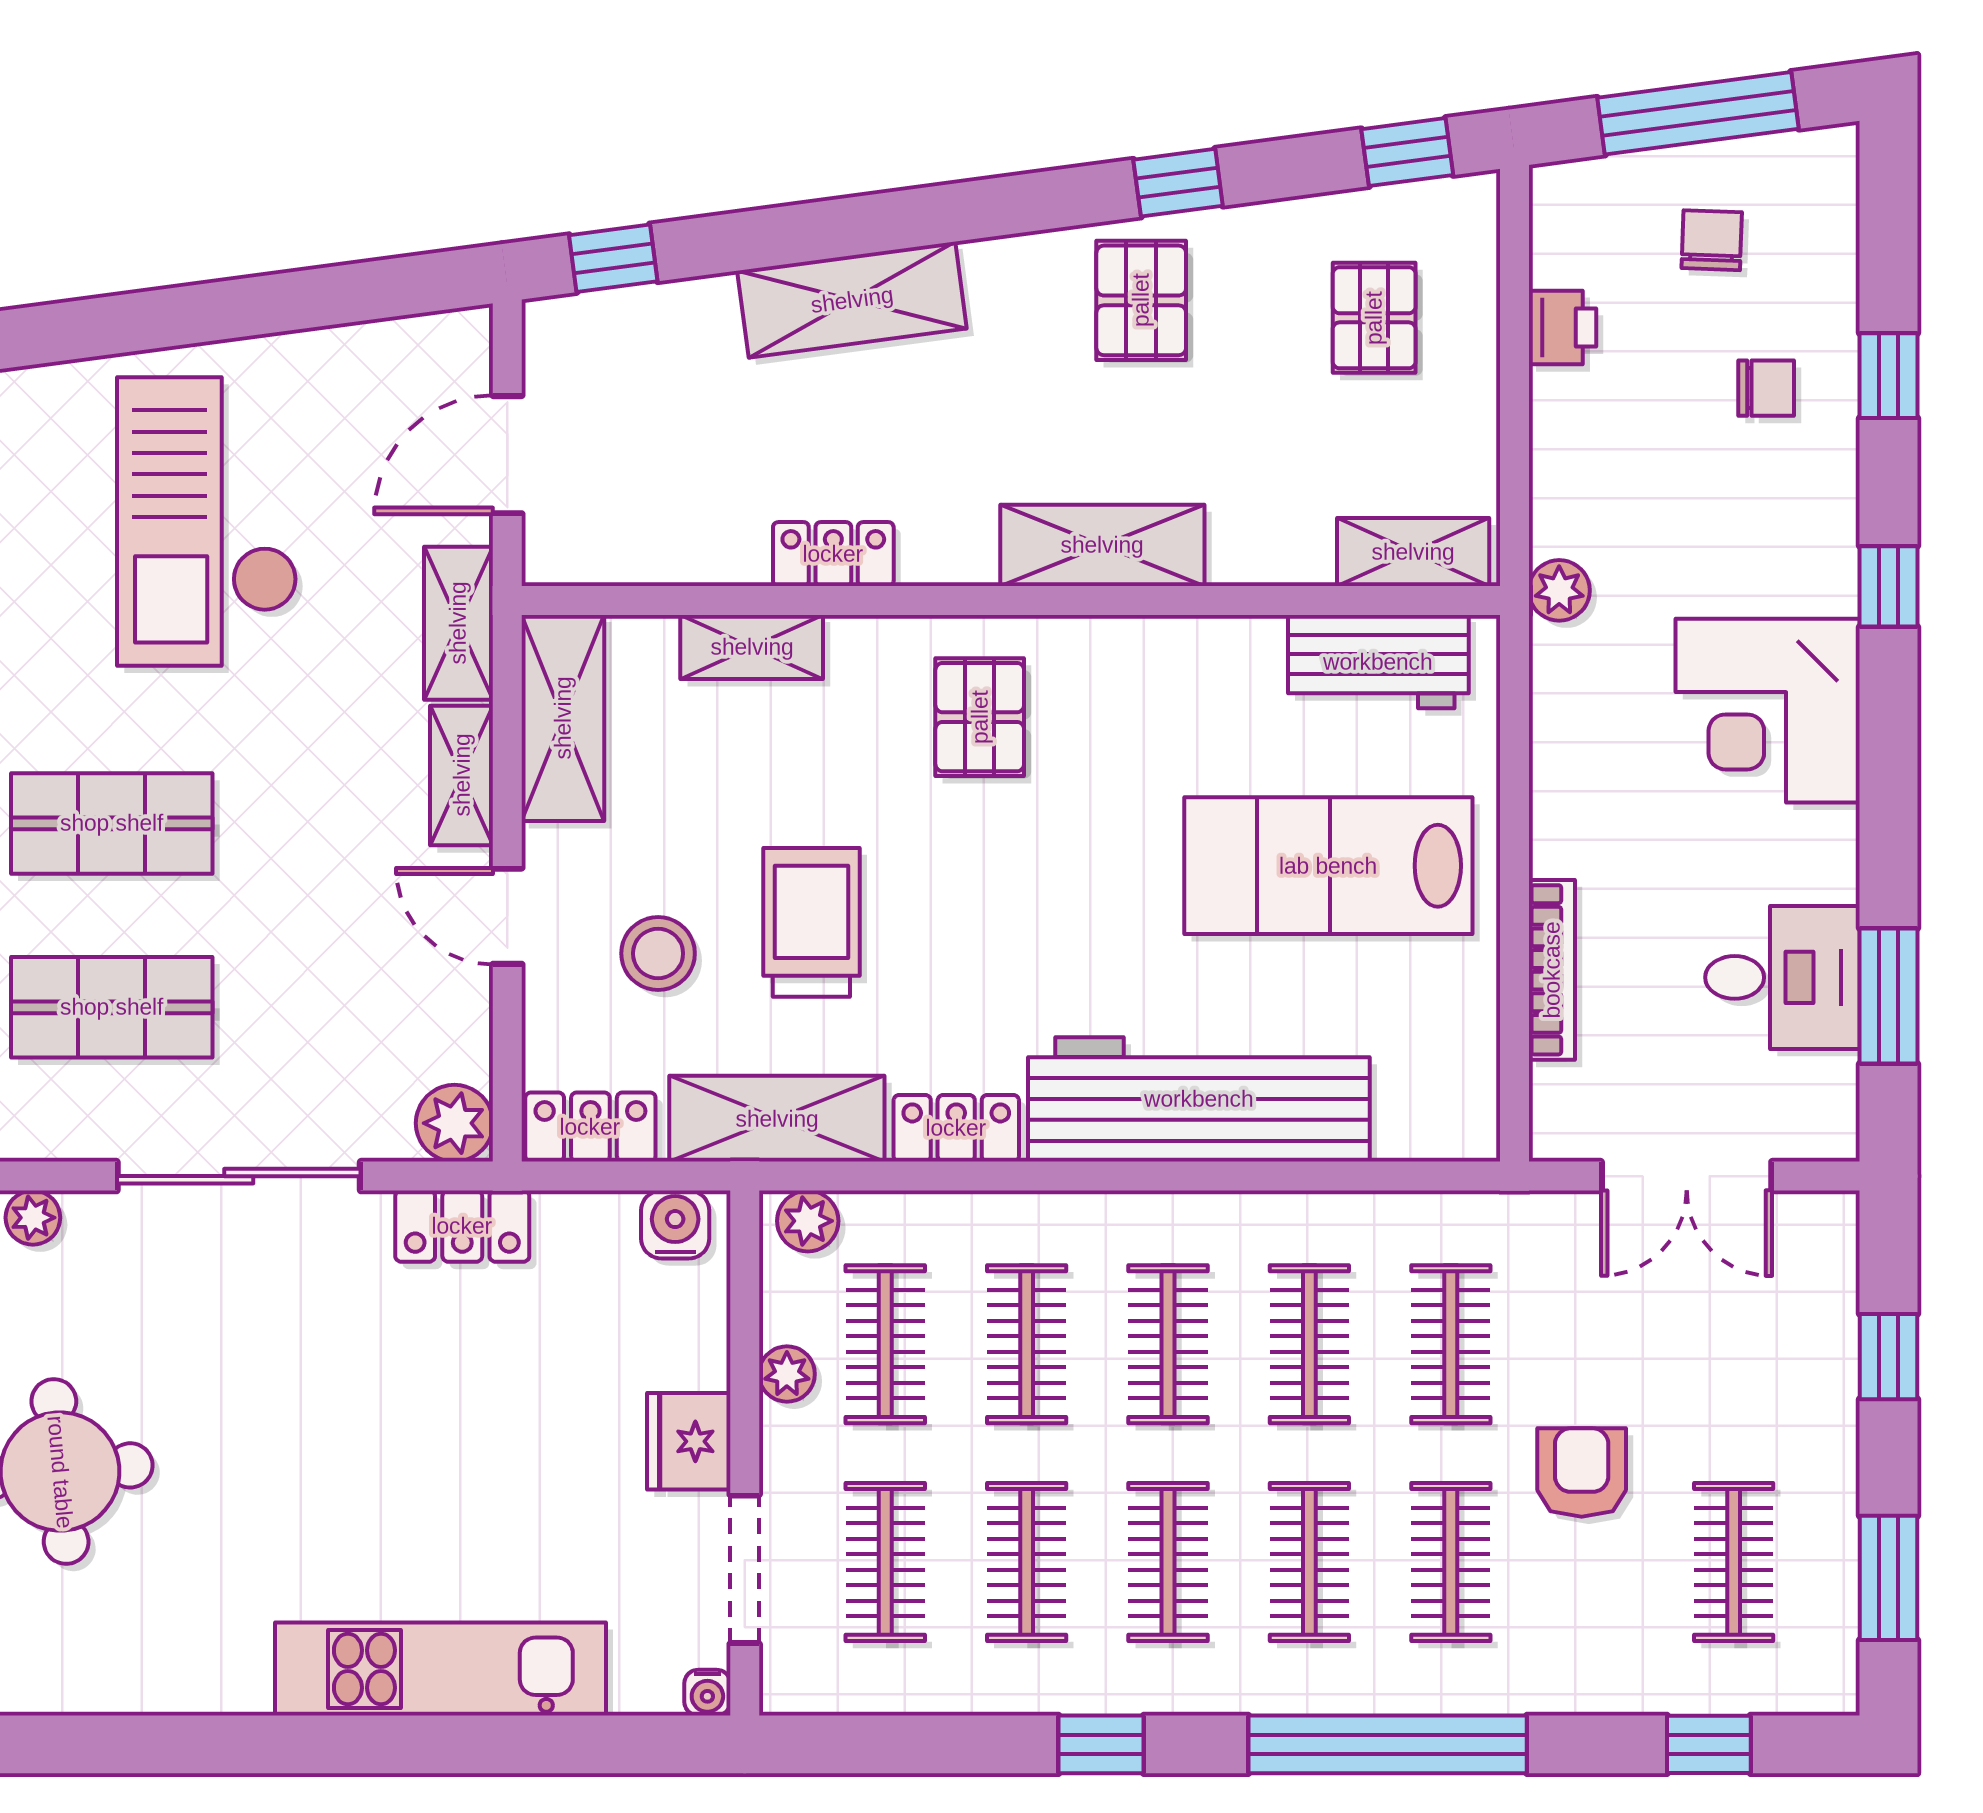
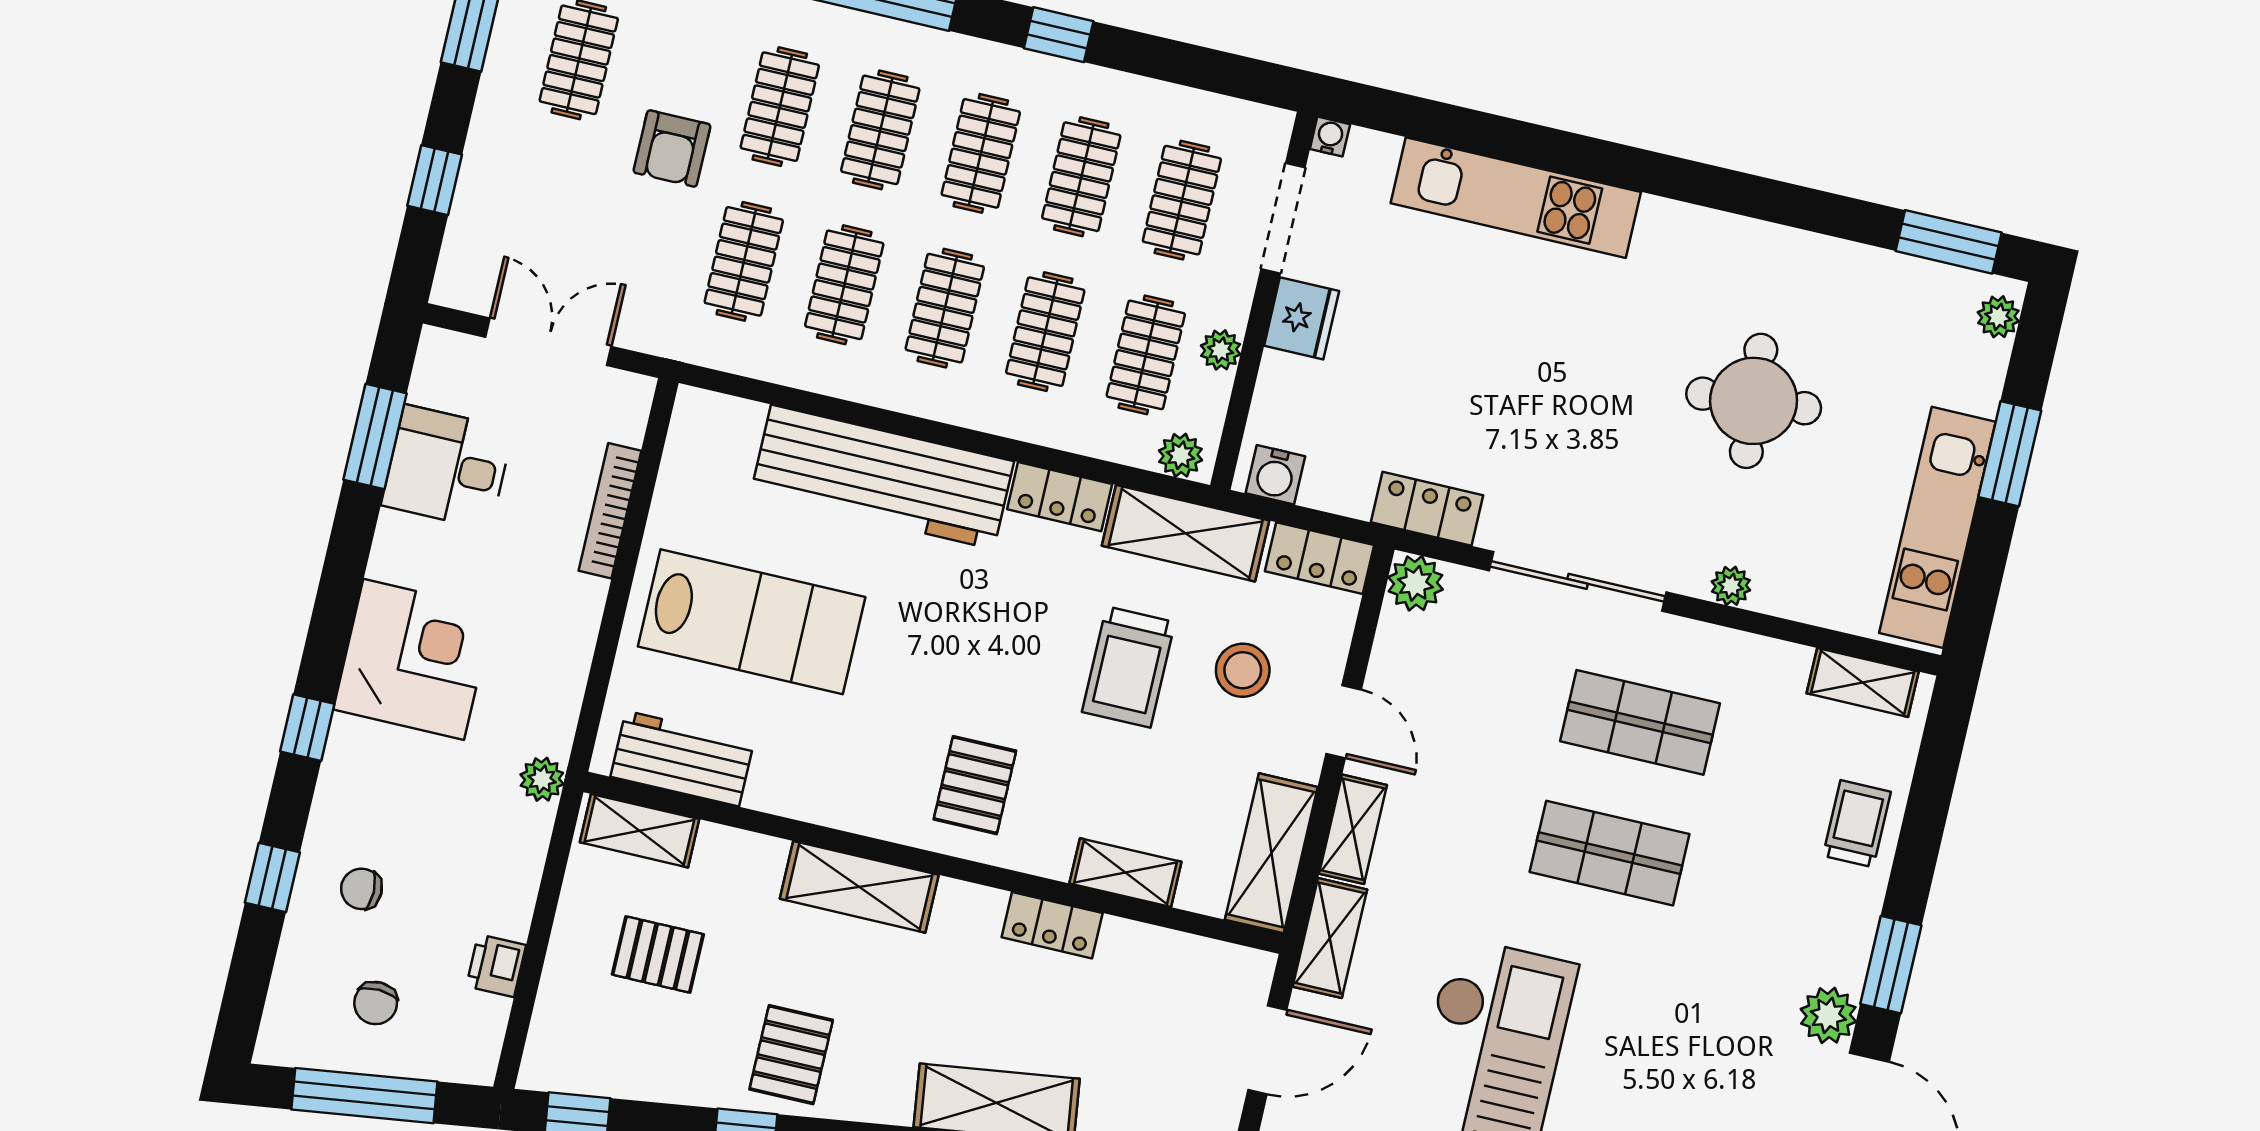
pallet: (1374, 318) -> (658, 954), moved, turned 90

